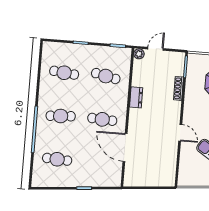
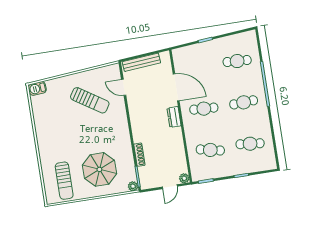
plant: (193, 58) -> (133, 186), added
dresser: (136, 97) -> (174, 117), moved
door: (180, 133) -> (124, 87), moved
bench: (154, 181) -> (141, 62), added

